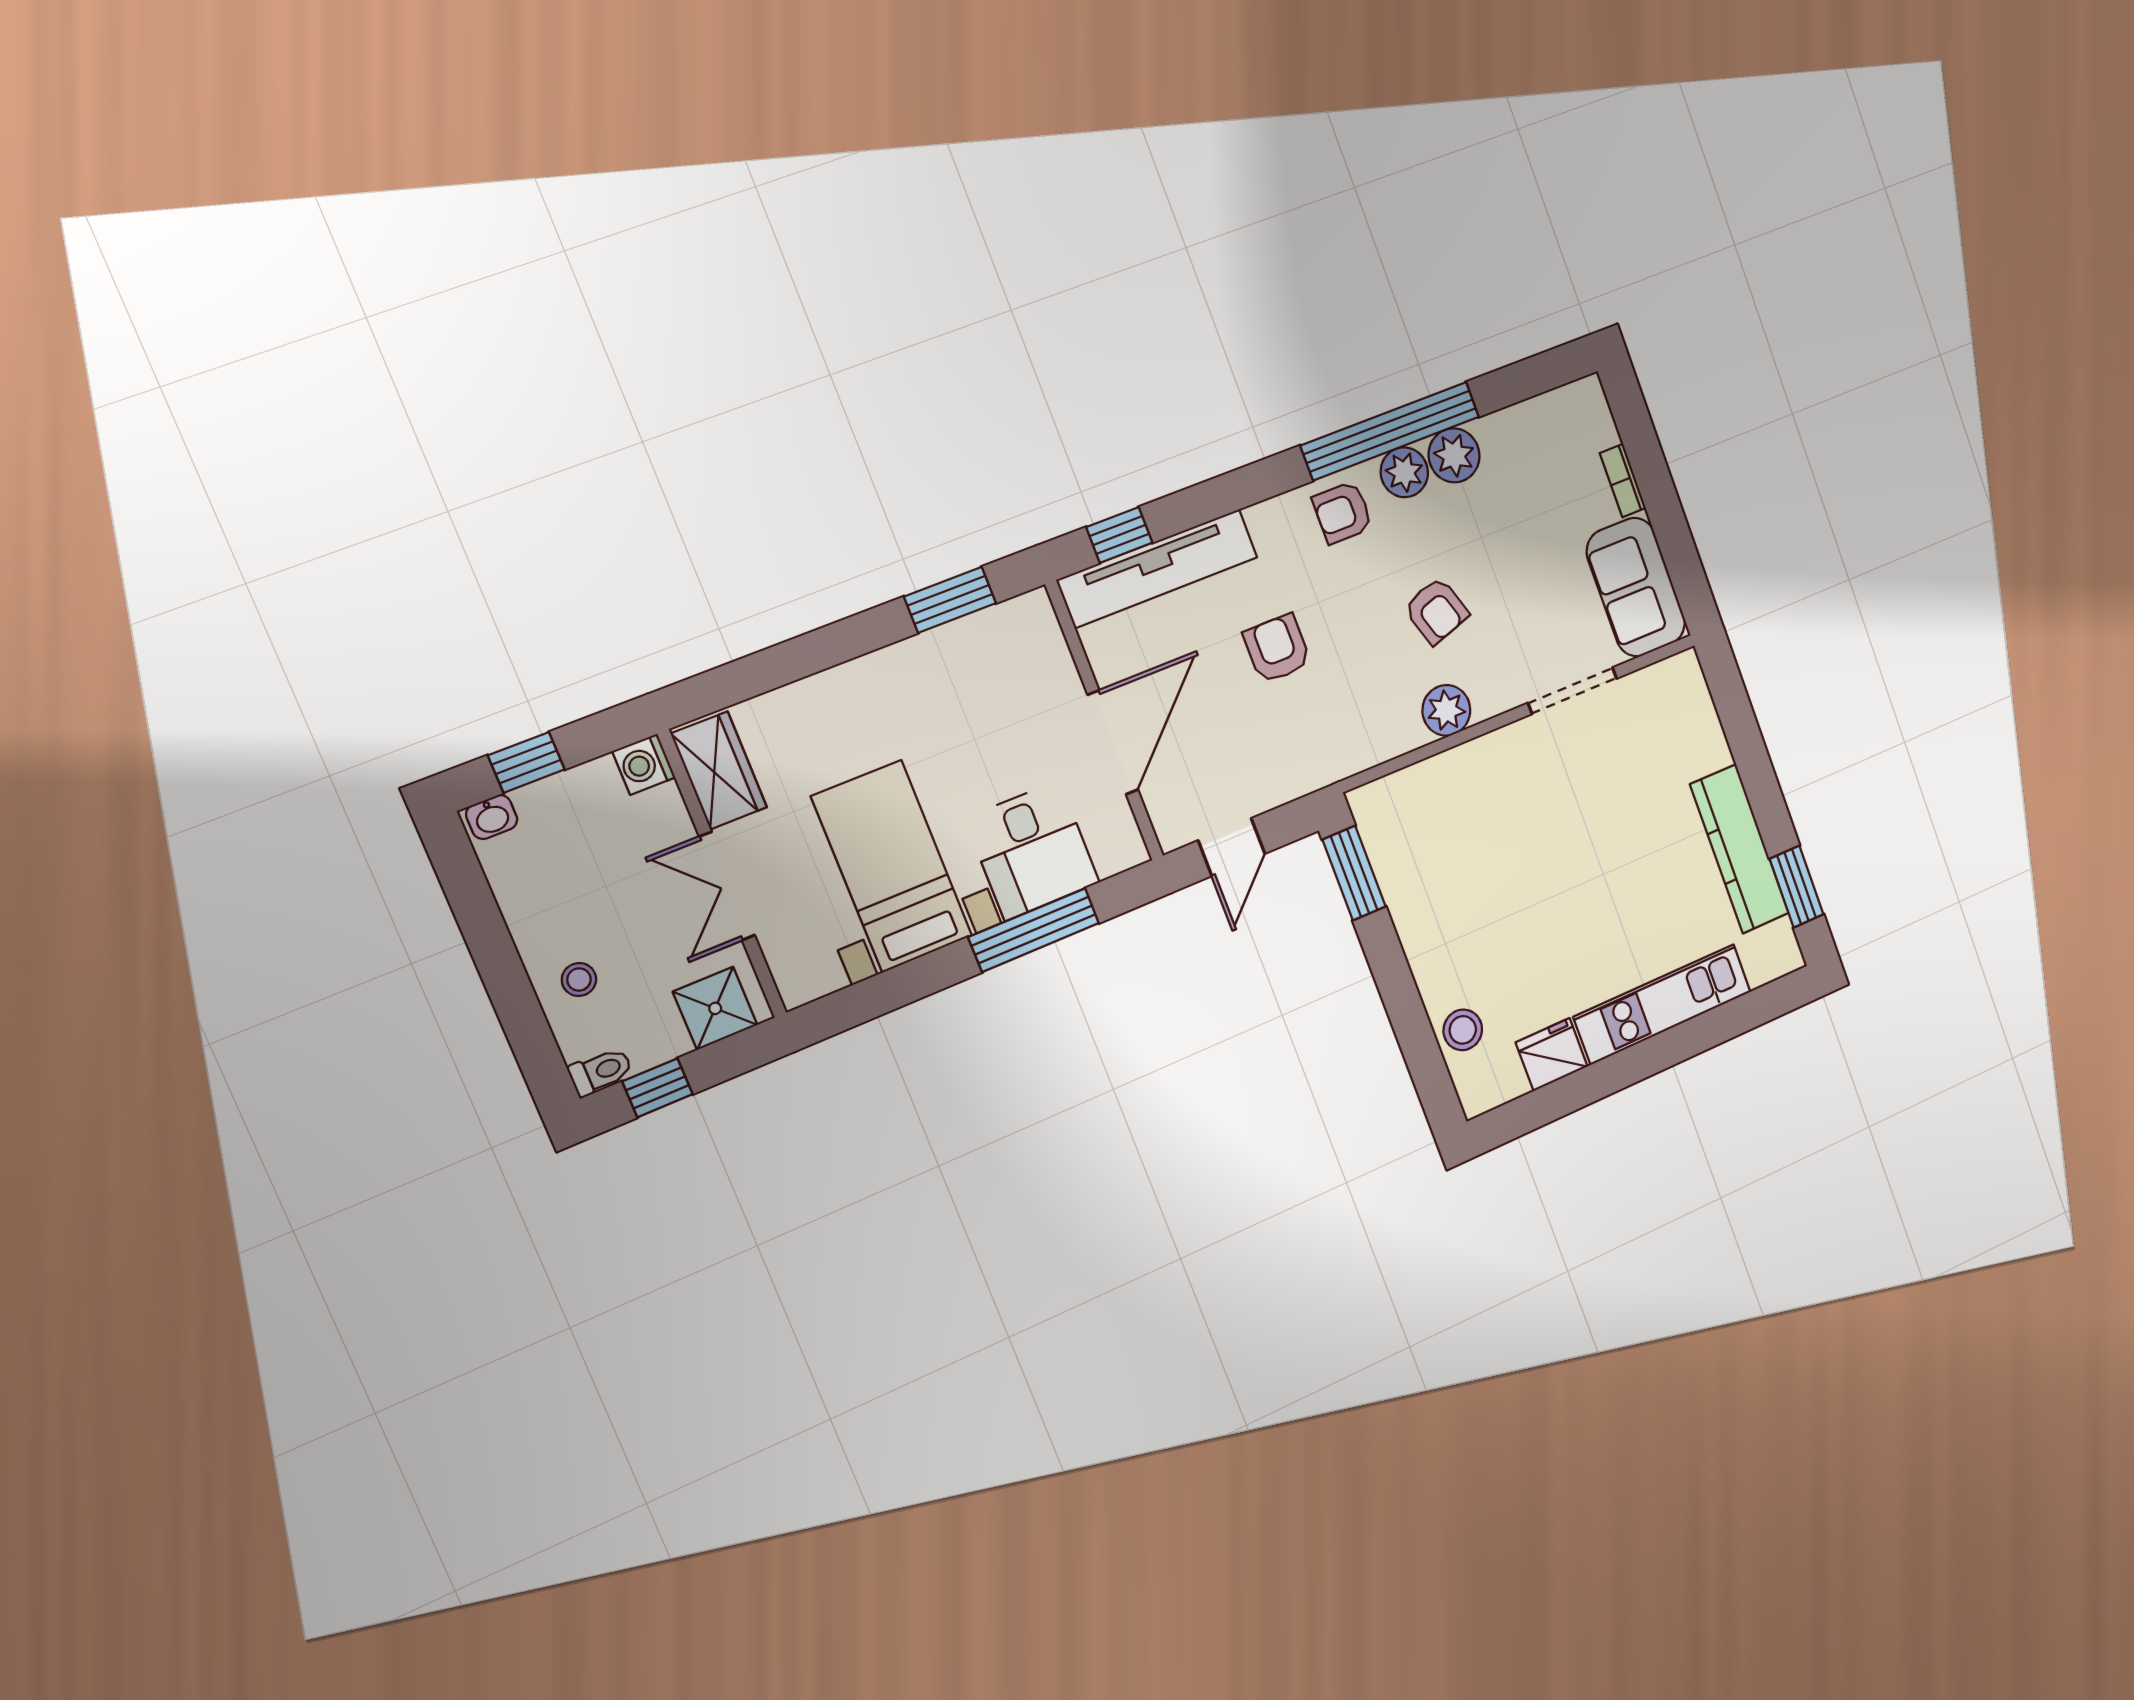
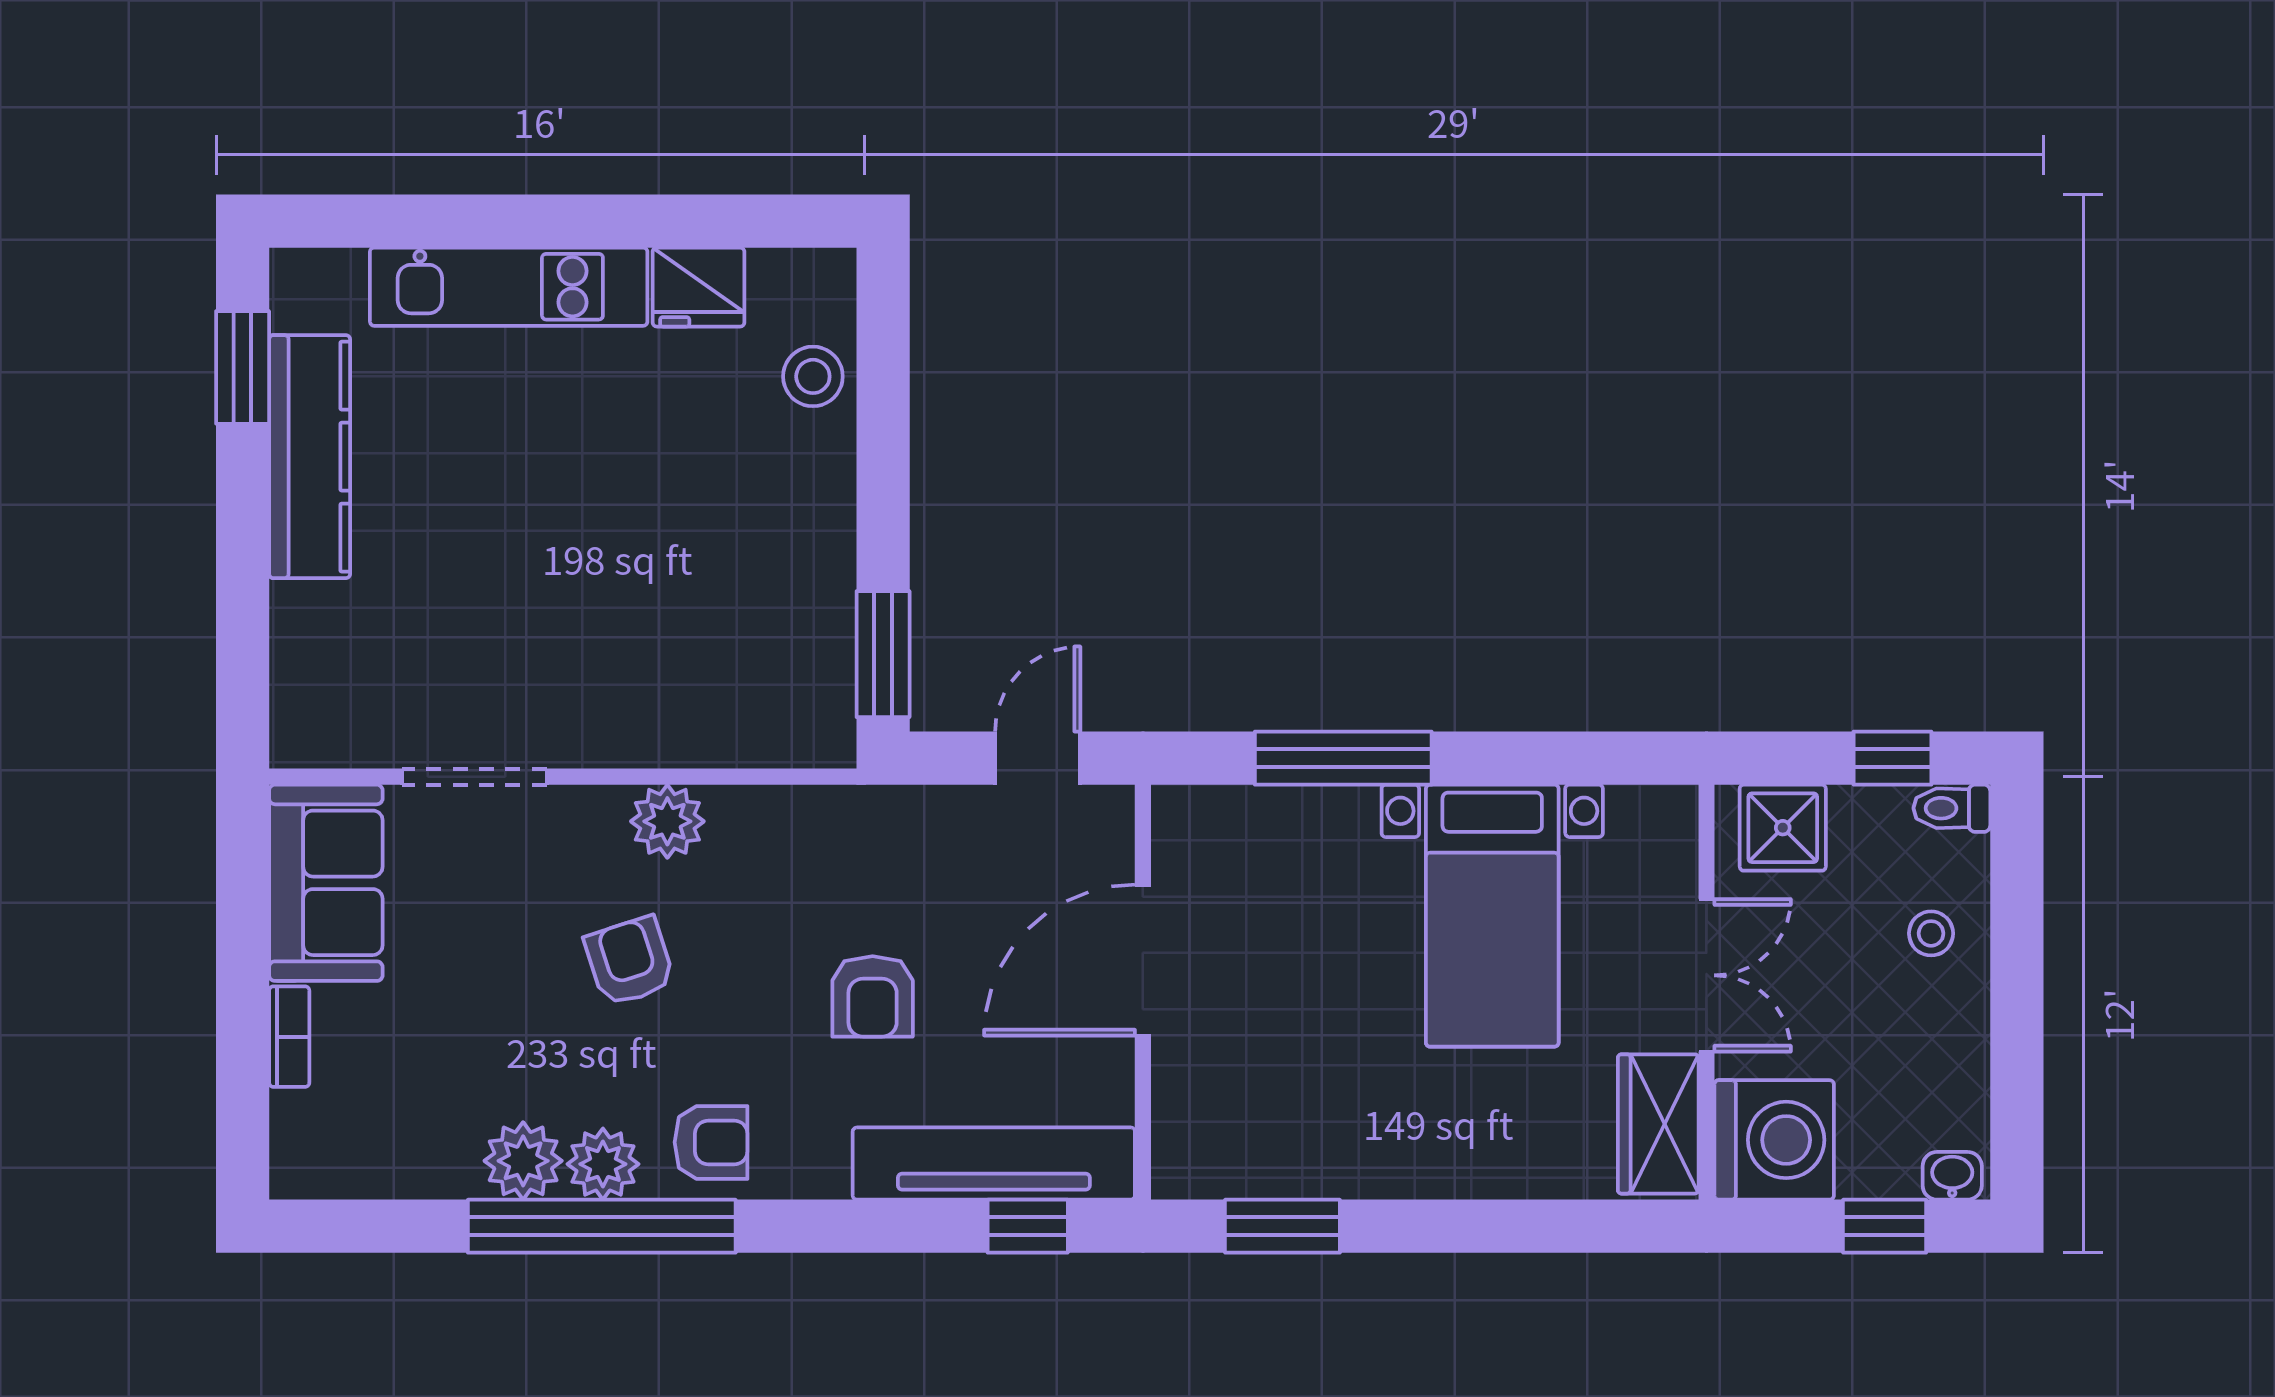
washing machine: (644, 764) -> (1774, 1140), width x1.89, depth x1.89
desk: (1032, 851) -> (1304, 862), removed

